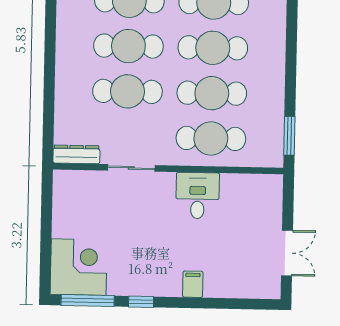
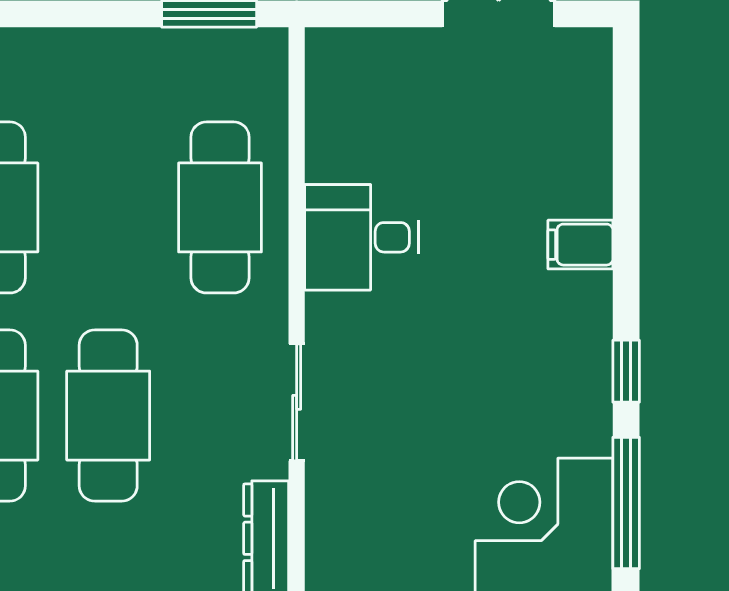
cafe table: (212, 93) -> (108, 207), removed

